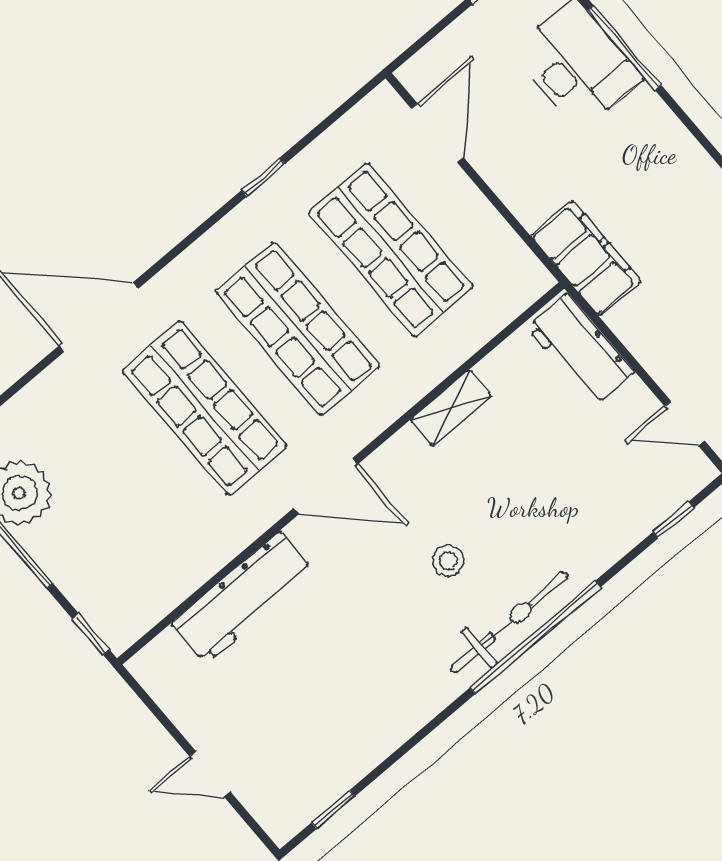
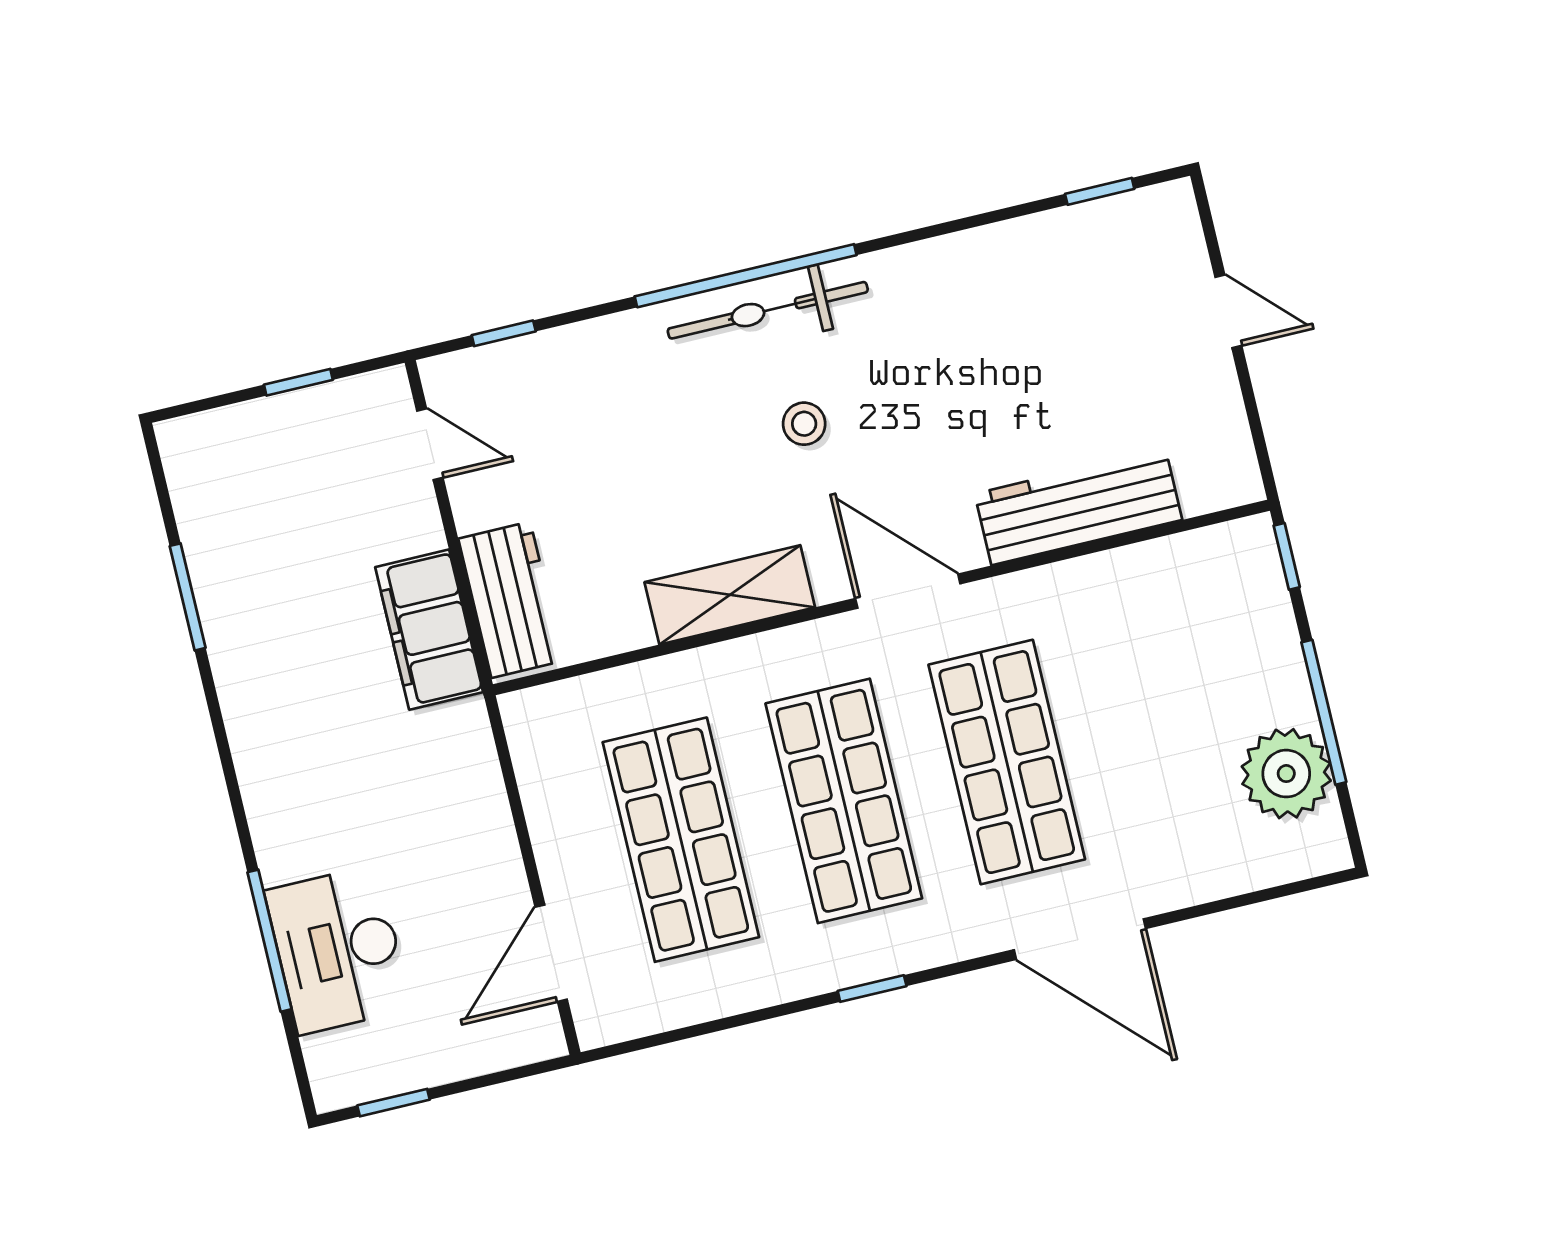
window: (263, 177) -> (872, 989), moved
filing cabinet: (586, 258) -> (429, 630), moved
shelving: (451, 408) -> (730, 595), width x1.50, depth x1.33

